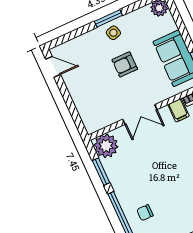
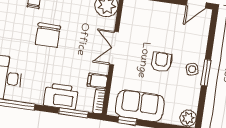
chair: (166, 181) -> (48, 35), added

